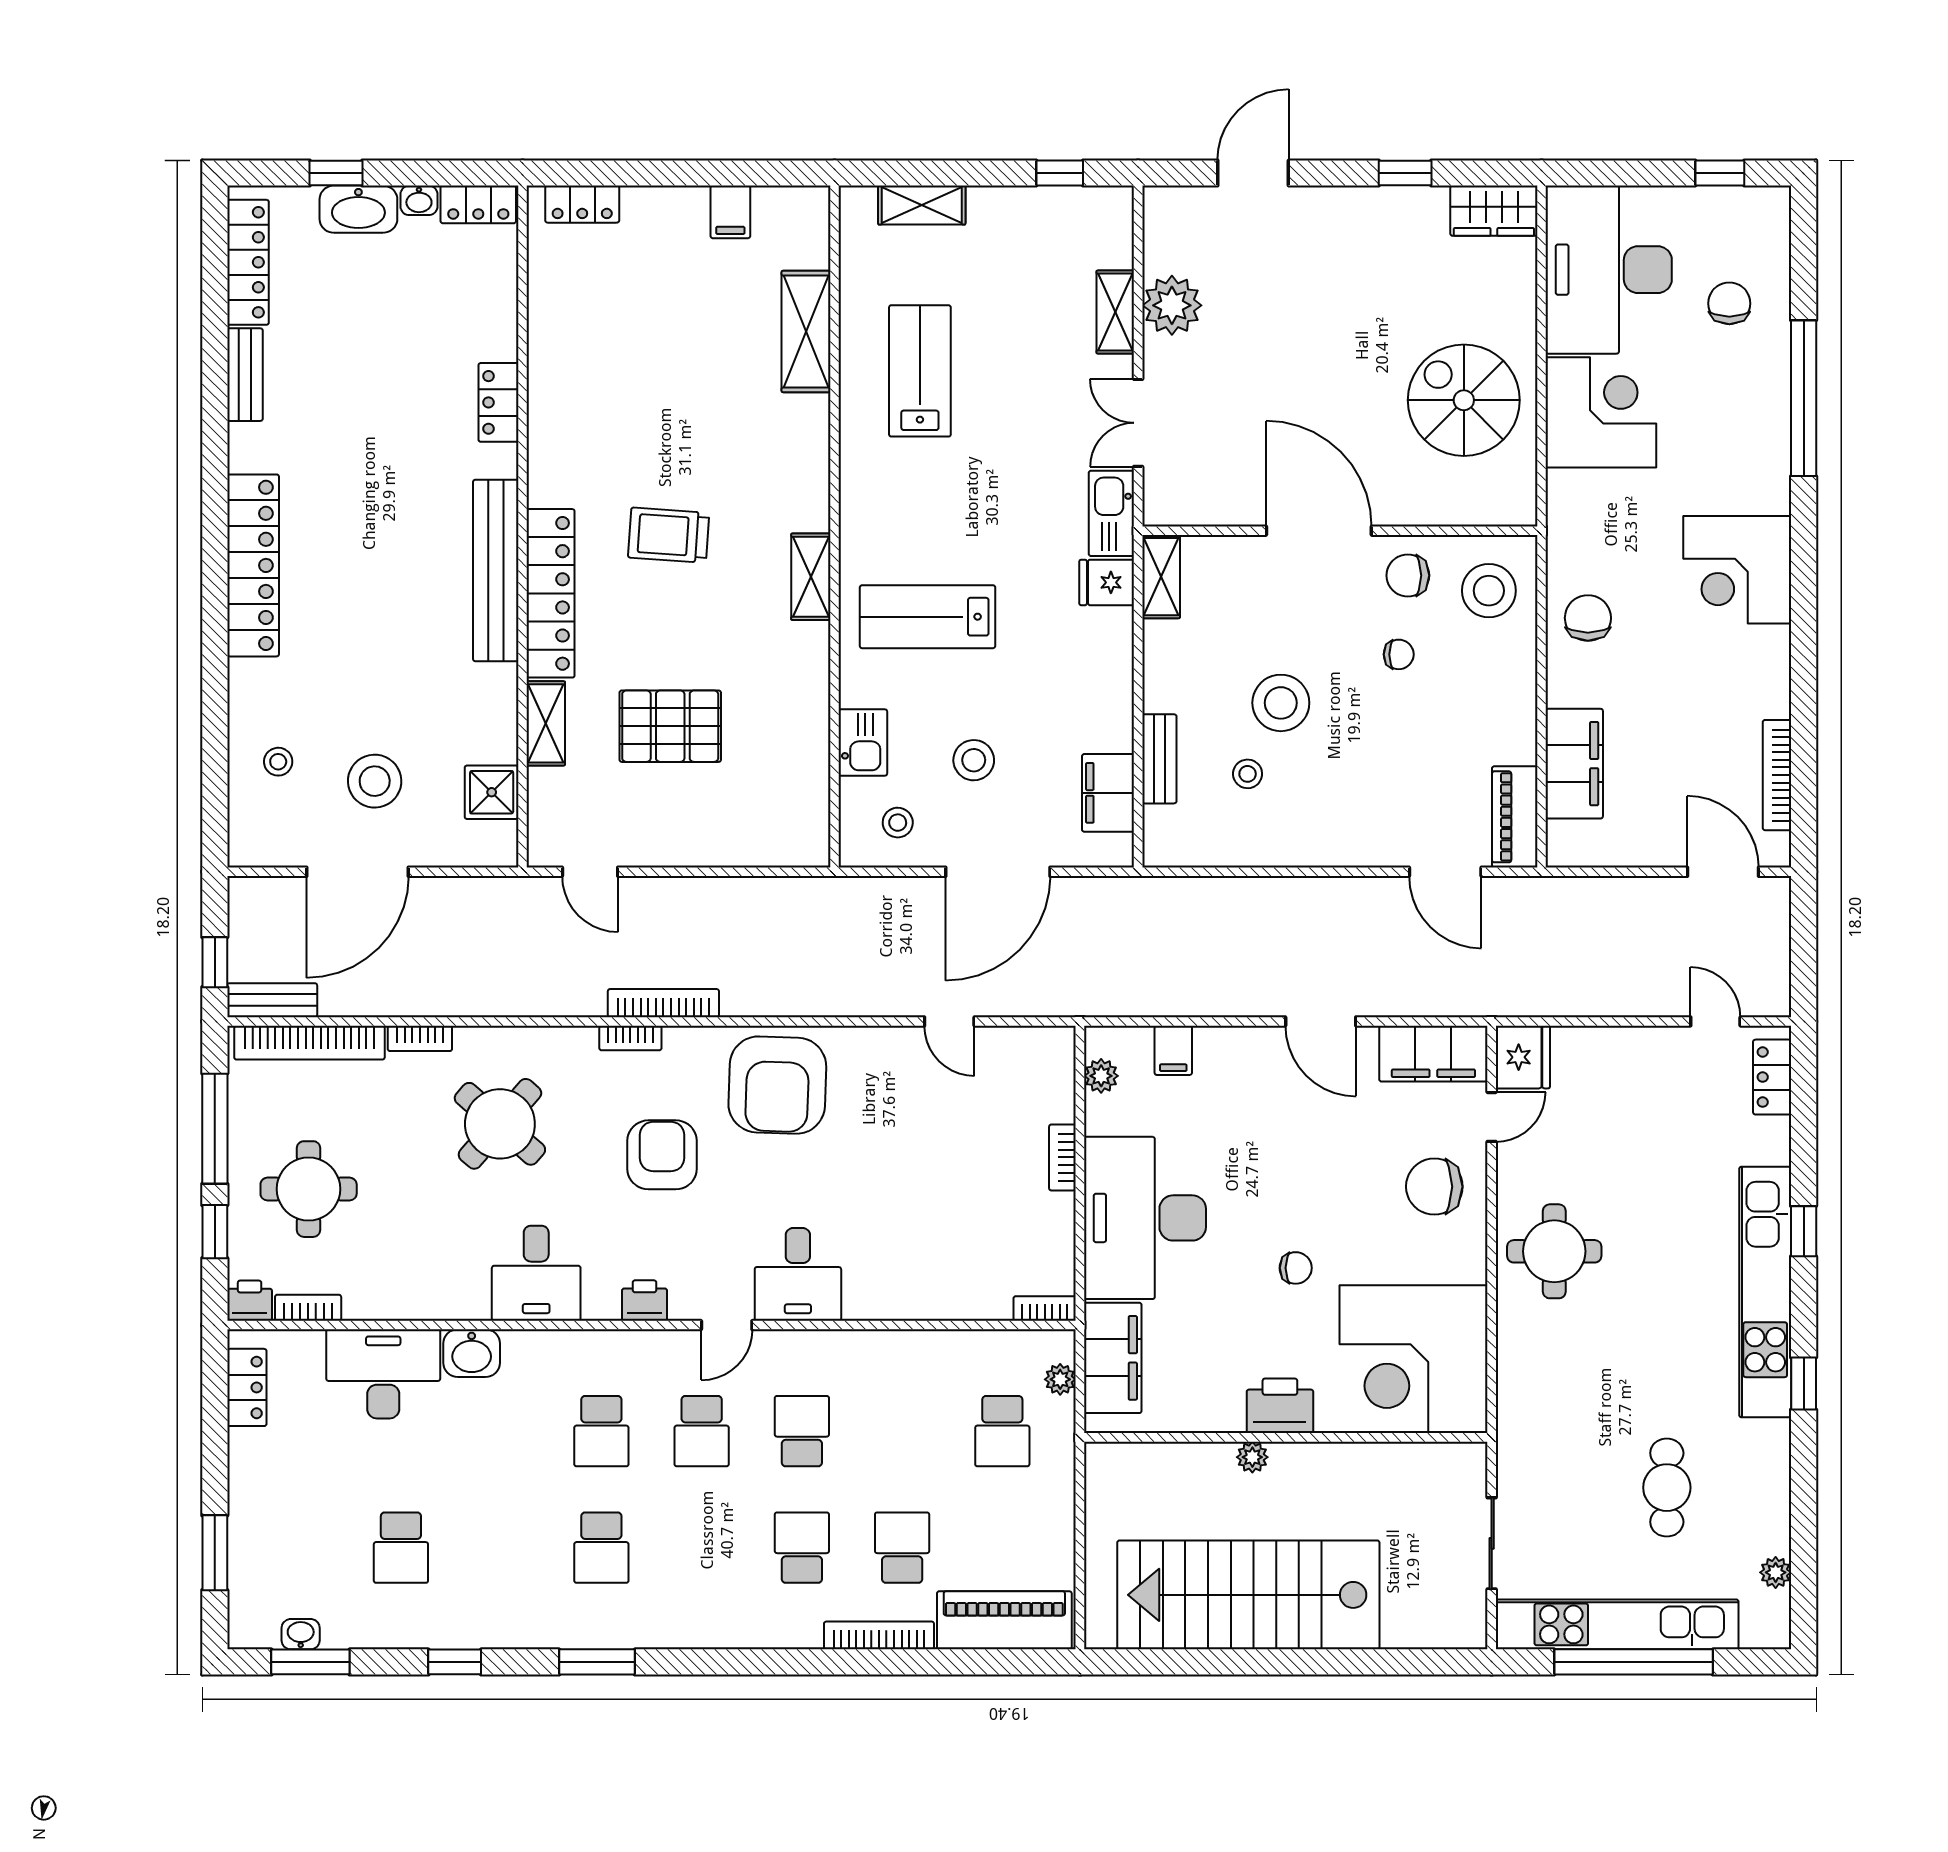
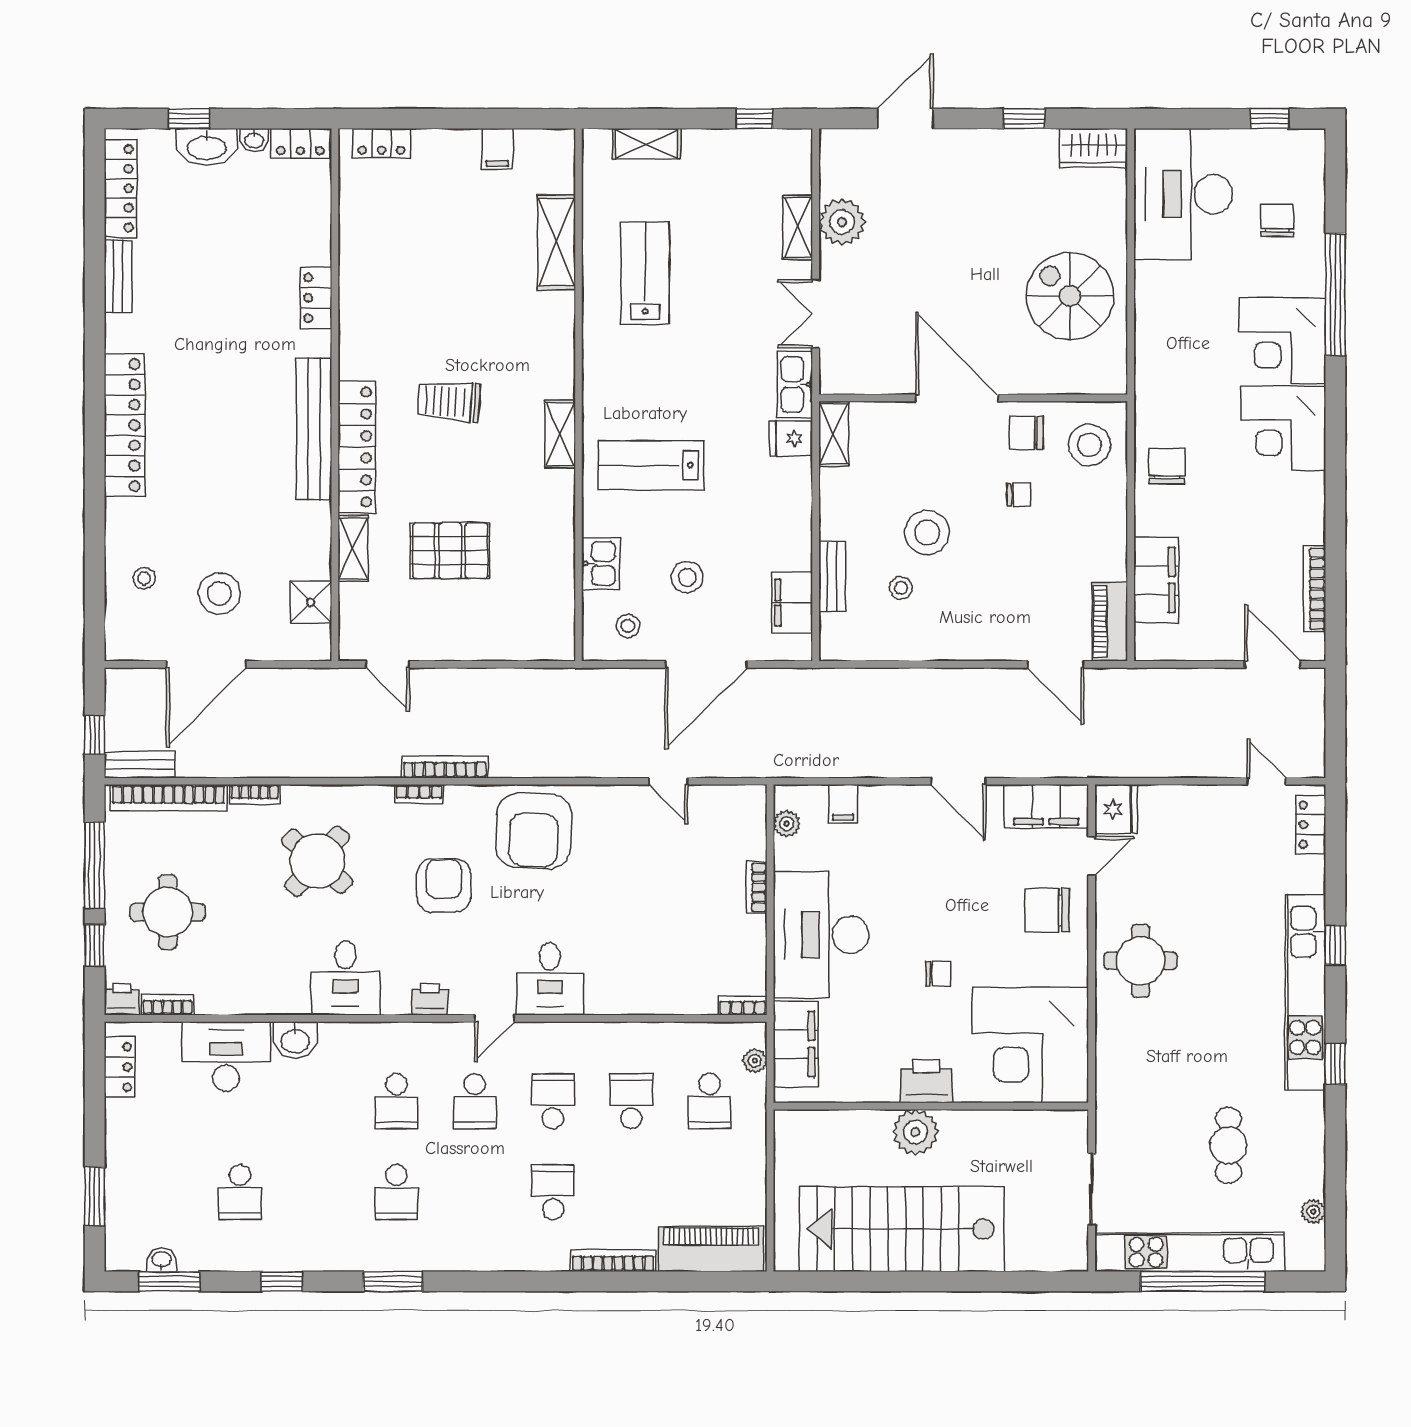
corner desk: (1601, 412) -> (1282, 341), moved, turned 180
plant: (1252, 1457) -> (915, 1132), width x1.87, depth x1.87
school desk: (902, 1548) -> (631, 1101), moved

